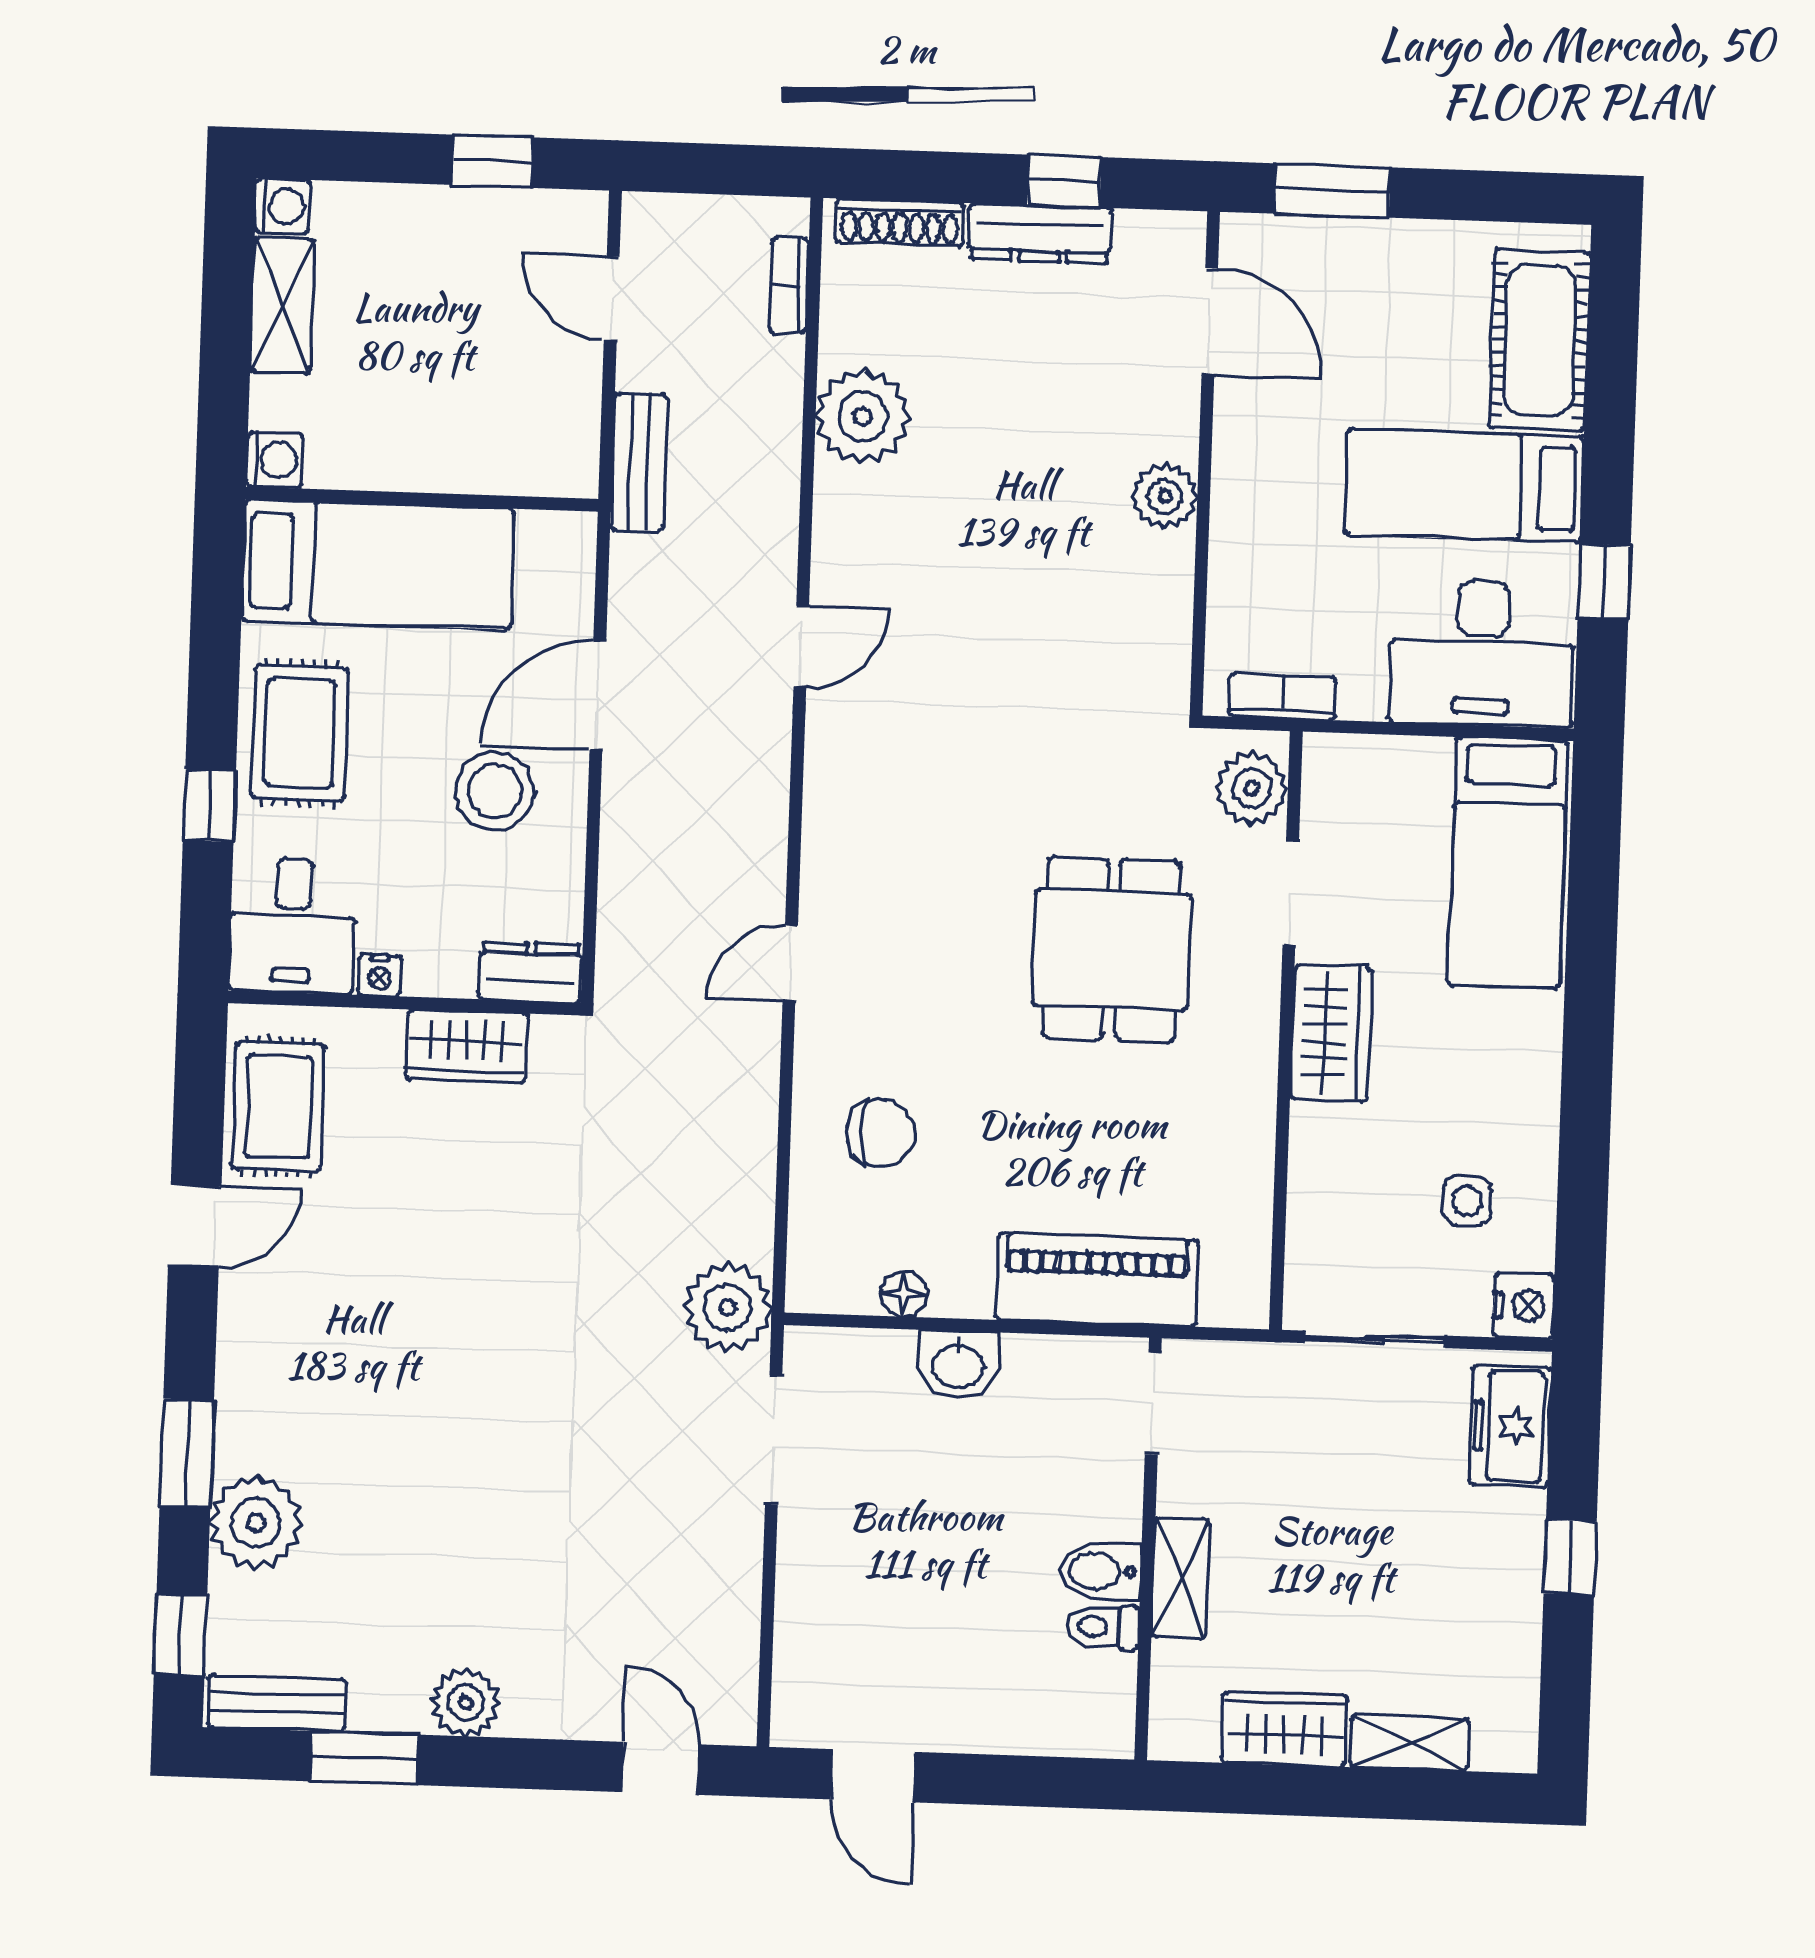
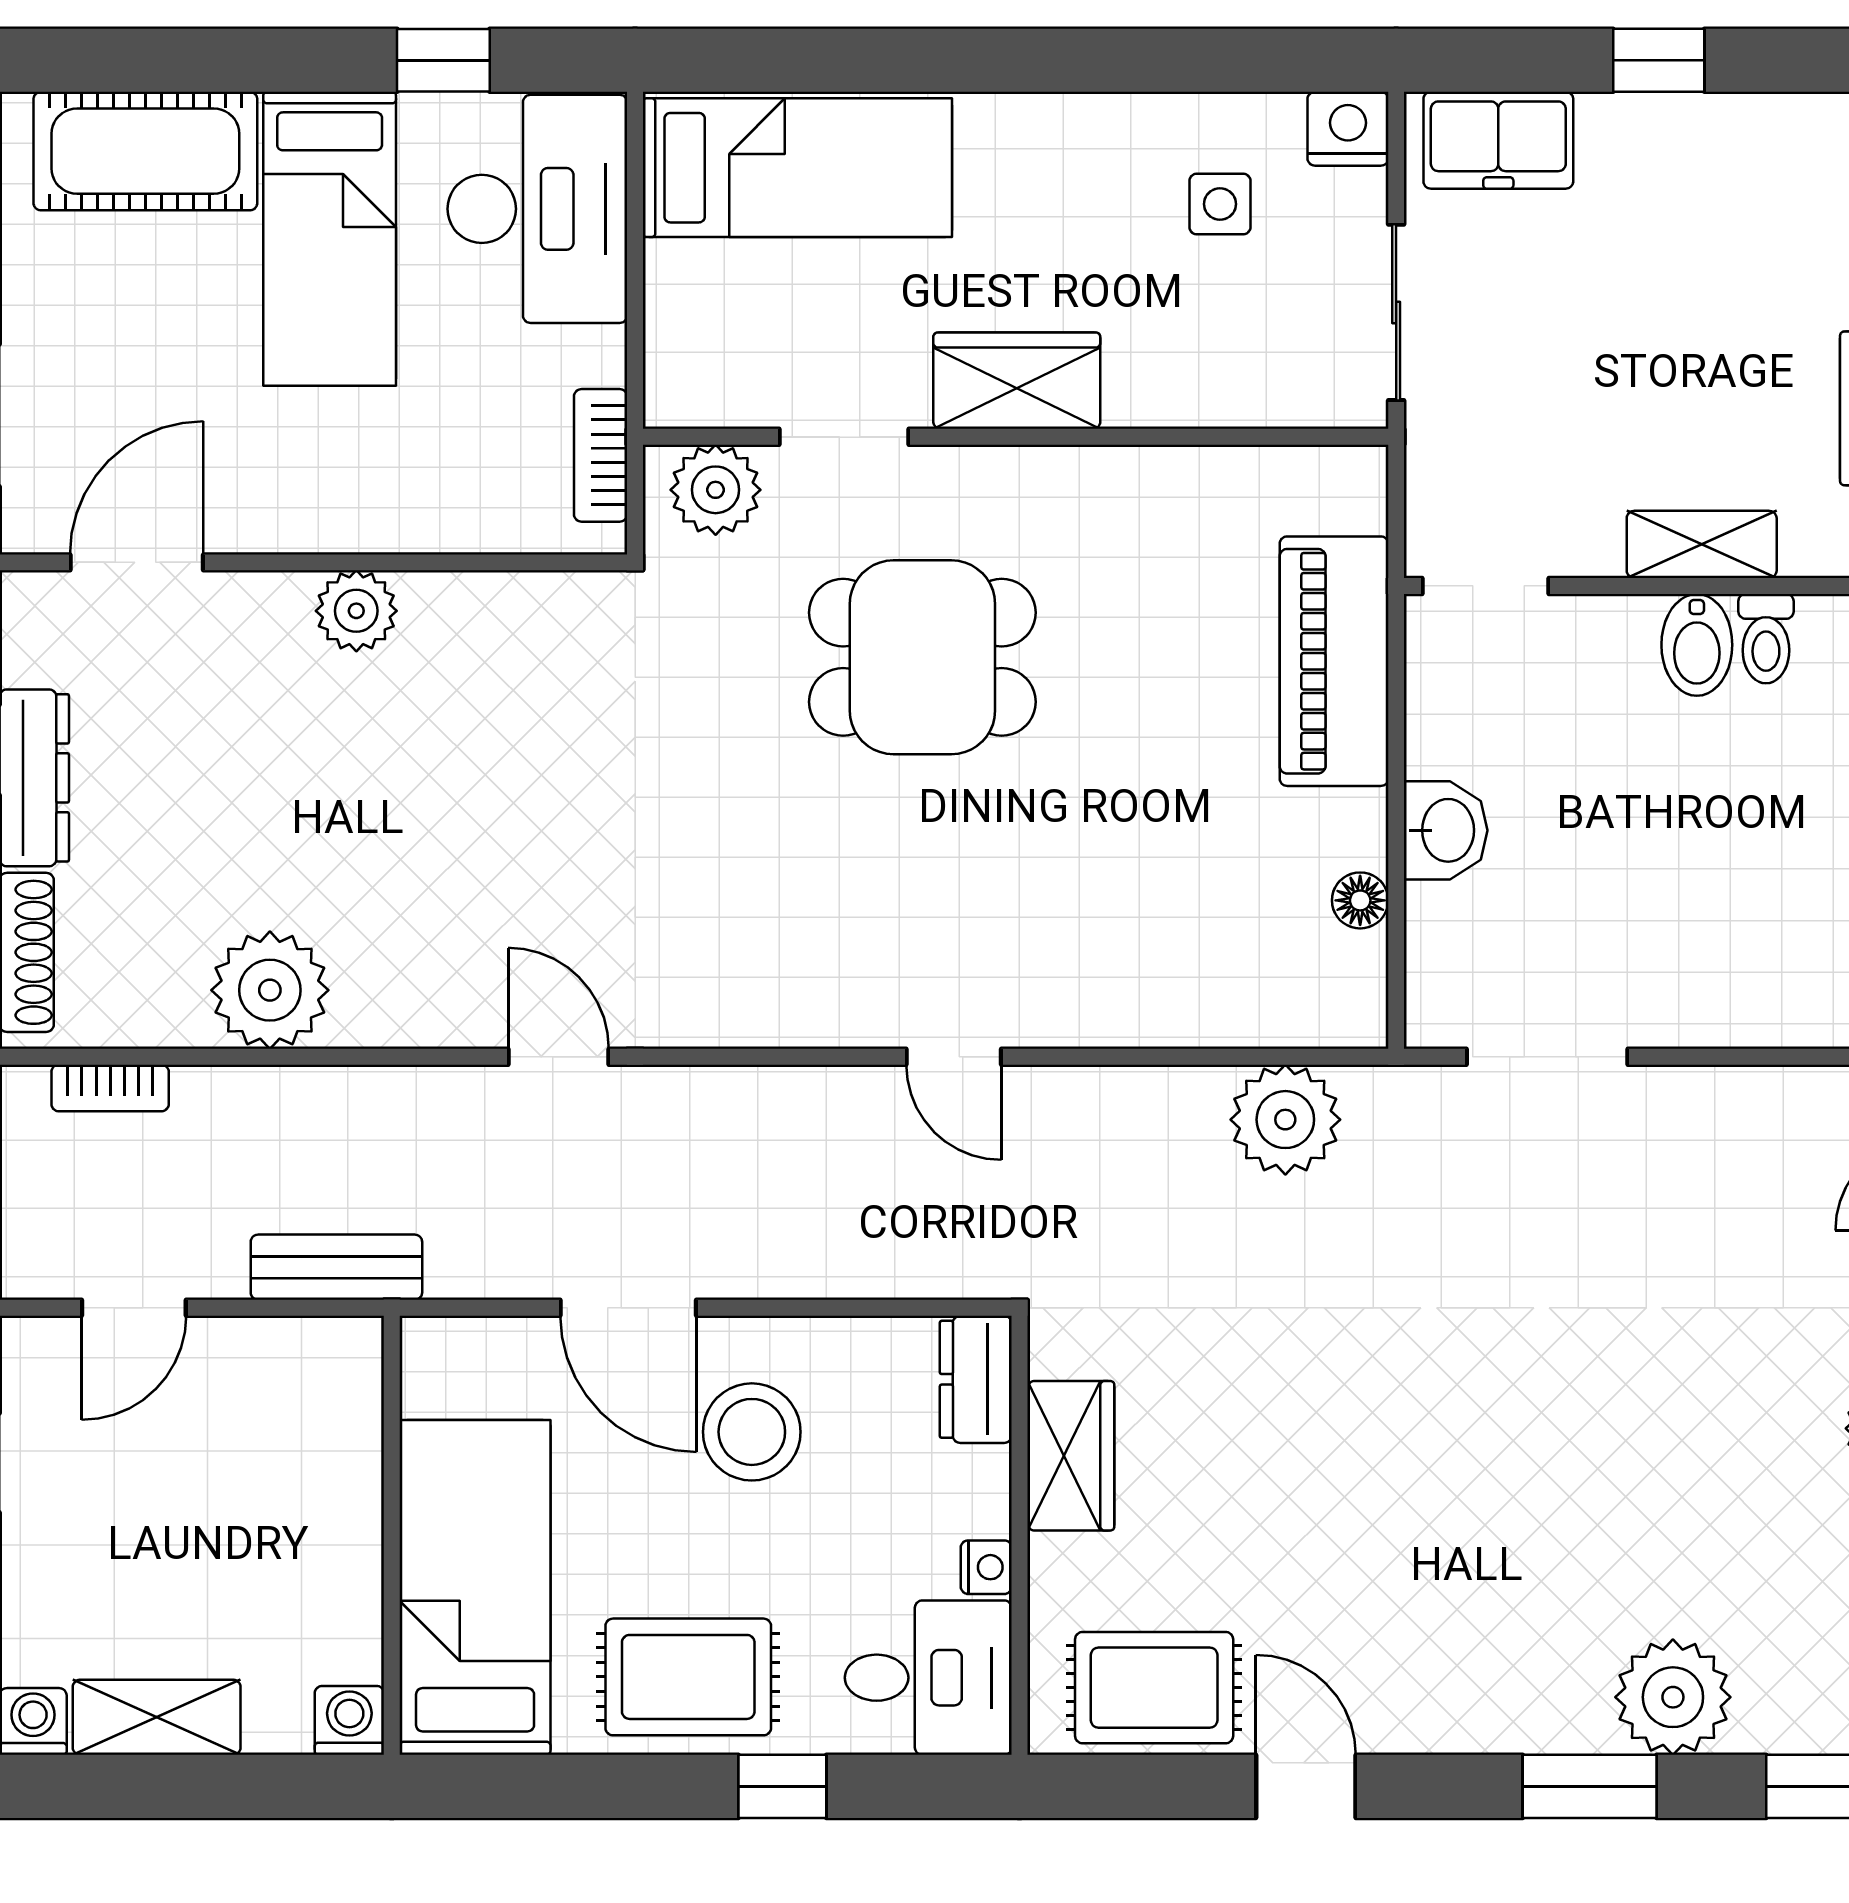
chair: (881, 1133) -> (1160, 937), removed
plant: (728, 1307) -> (1285, 1120), moved

